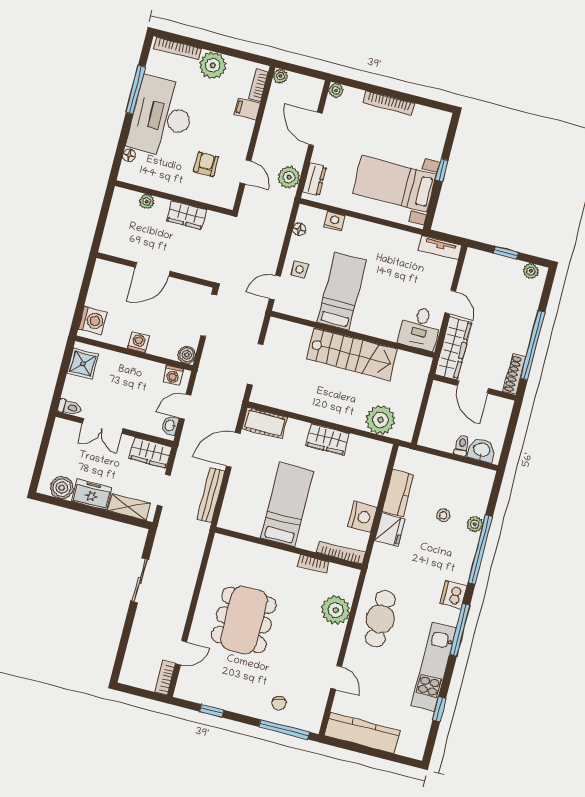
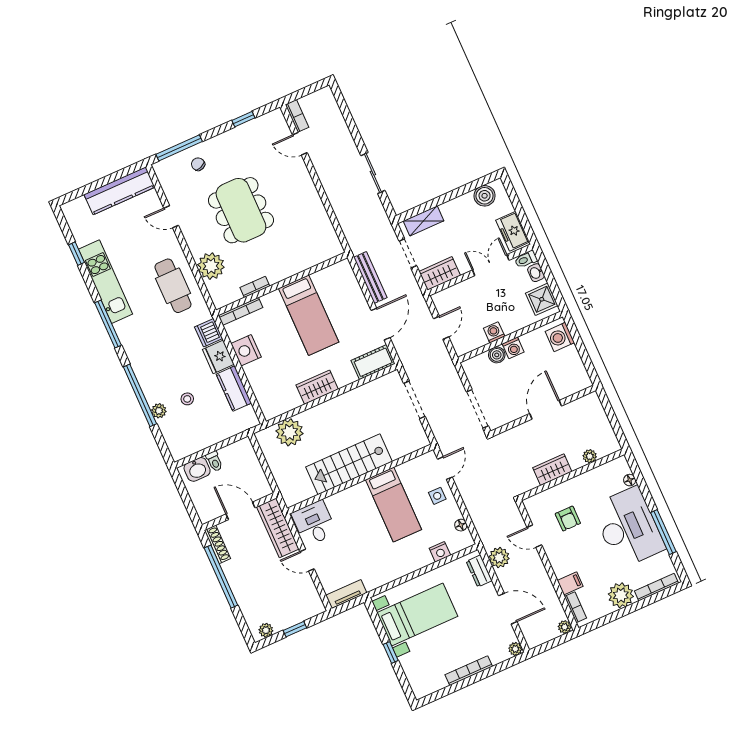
boiler: (187, 355) -> (497, 355), moved
washing machine: (173, 375) -> (494, 332), moved
washbasin: (170, 426) -> (536, 273), moved, turned 180
freezer: (92, 495) -> (513, 231), moved, turned 90
dishwasher: (453, 595) -> (209, 333), moved, turned 180
dining table: (244, 620) -> (241, 210), moved
door: (181, 653) -> (300, 144), hinge flipped

